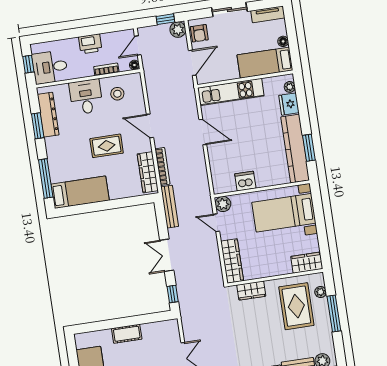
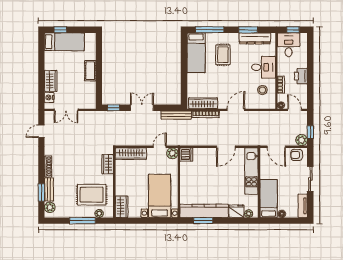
rug: (107, 146) -> (223, 55), moved
dishwasher: (245, 181) -> (186, 155), moved

